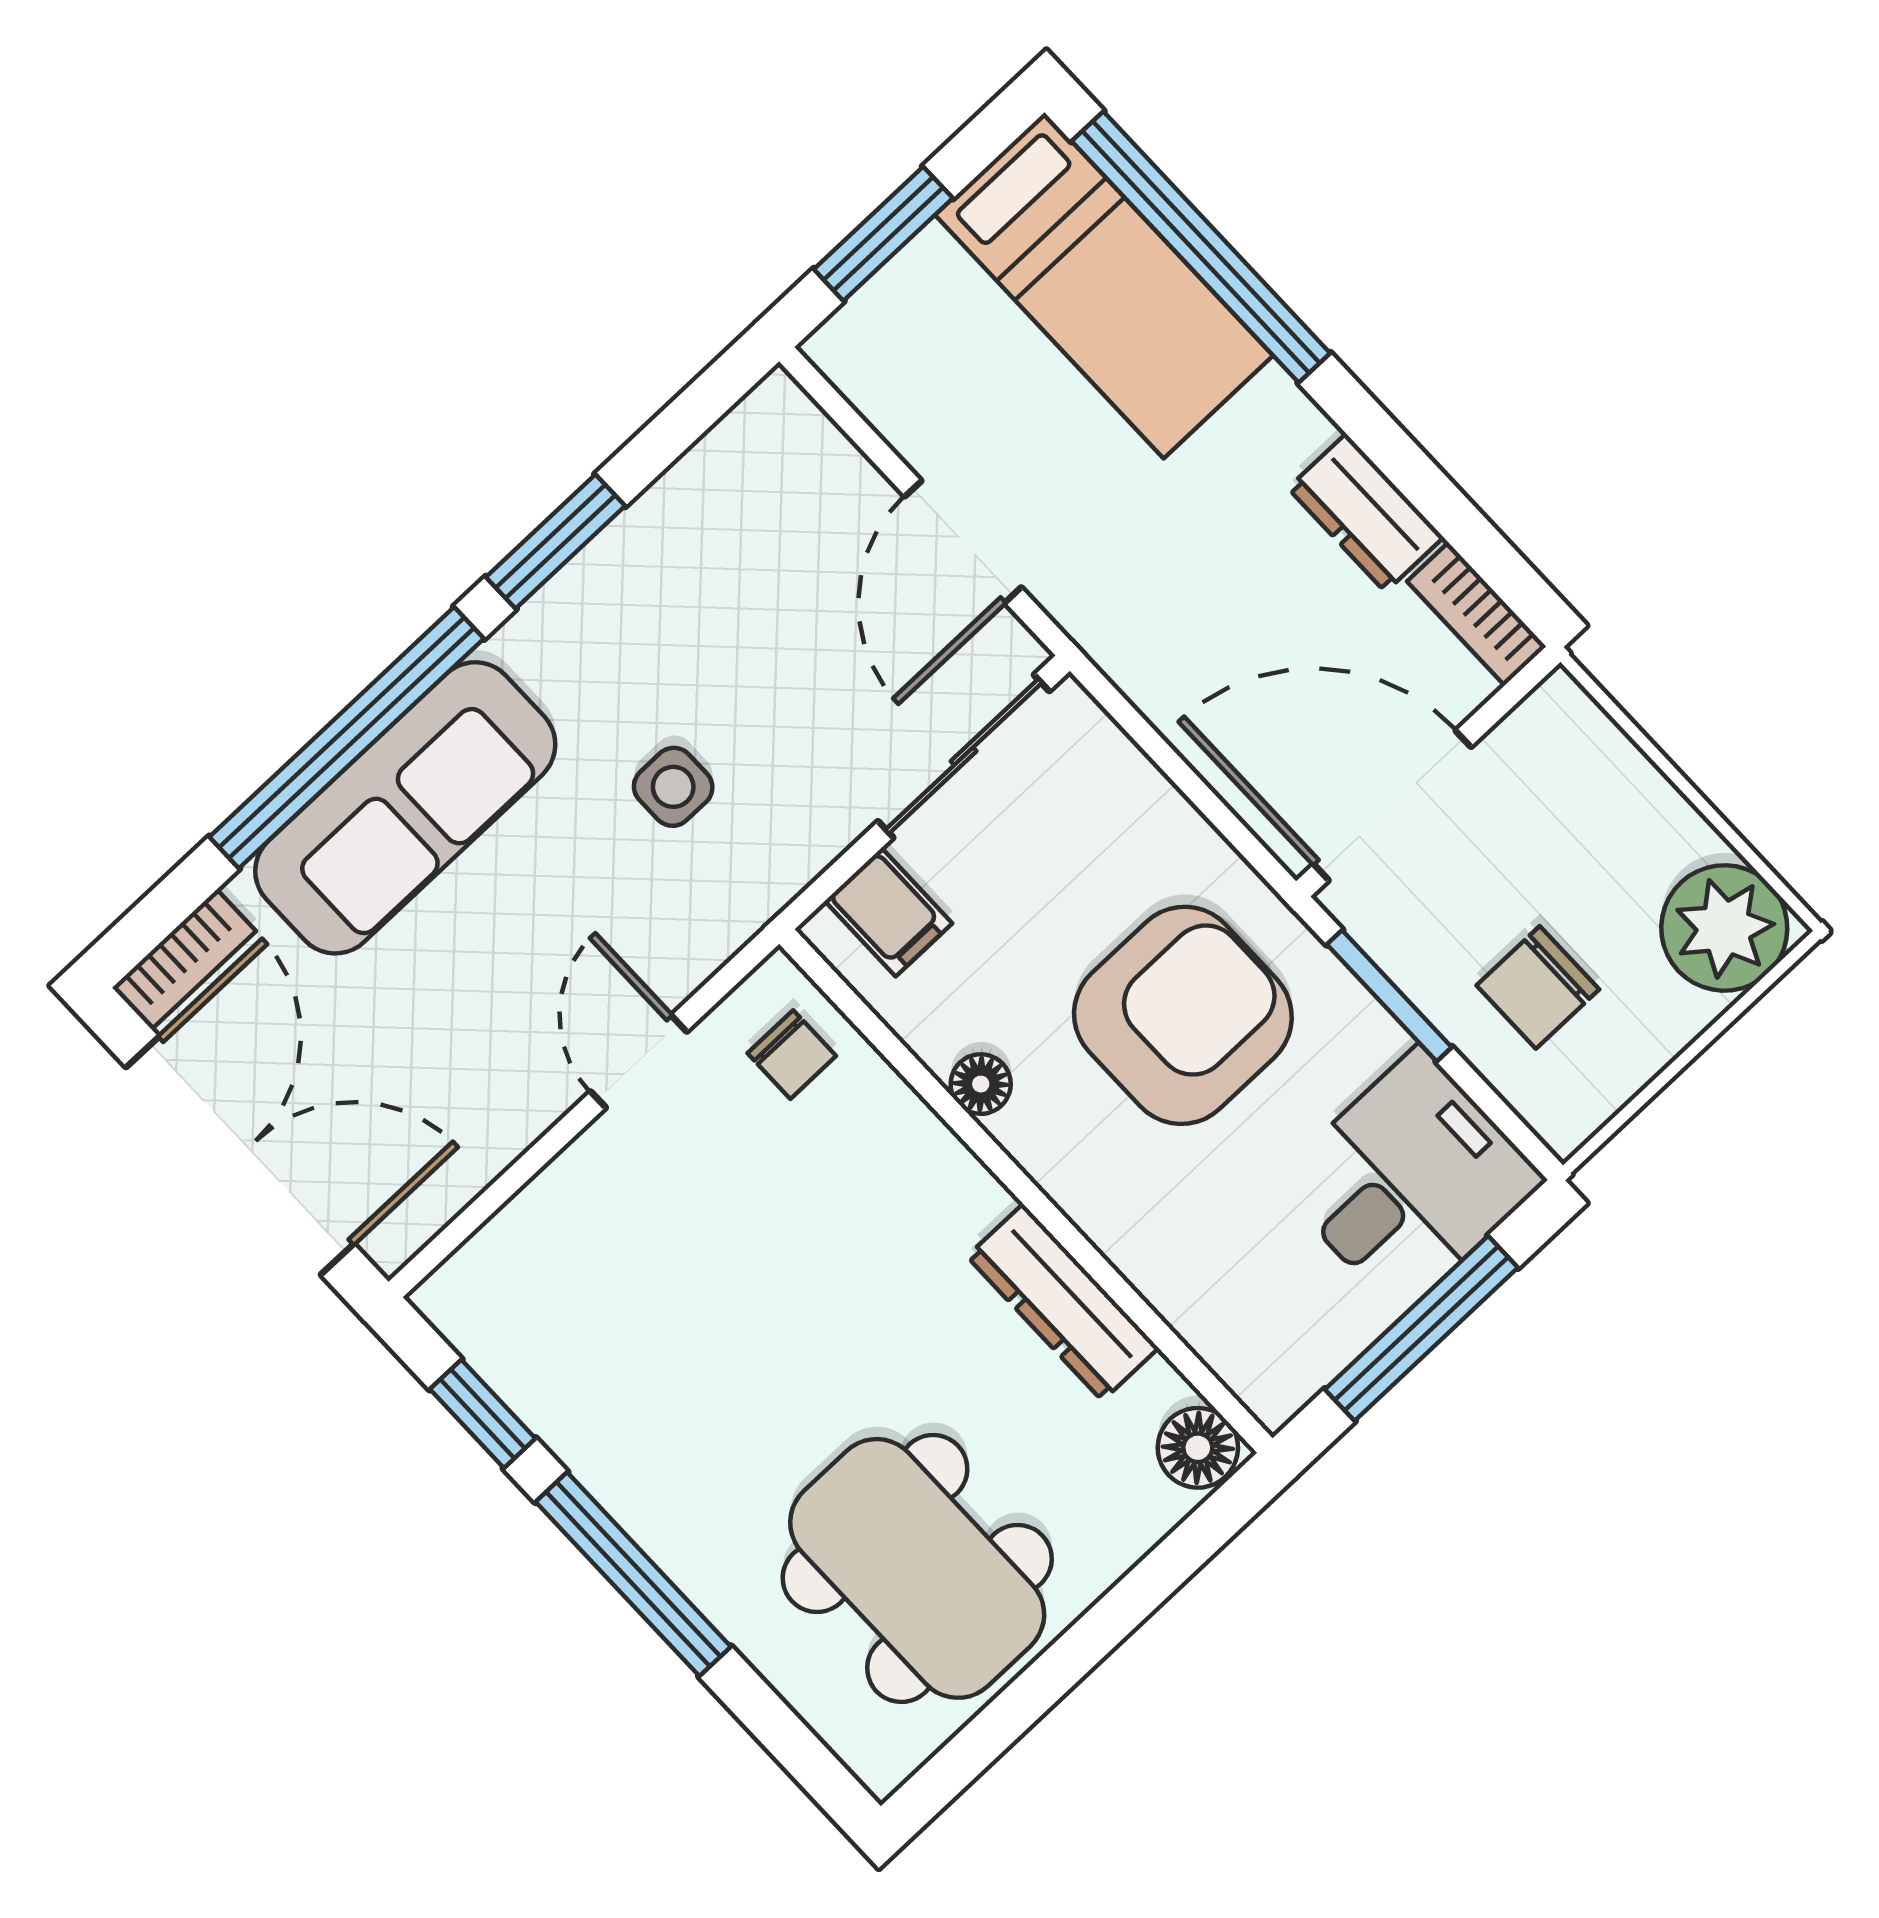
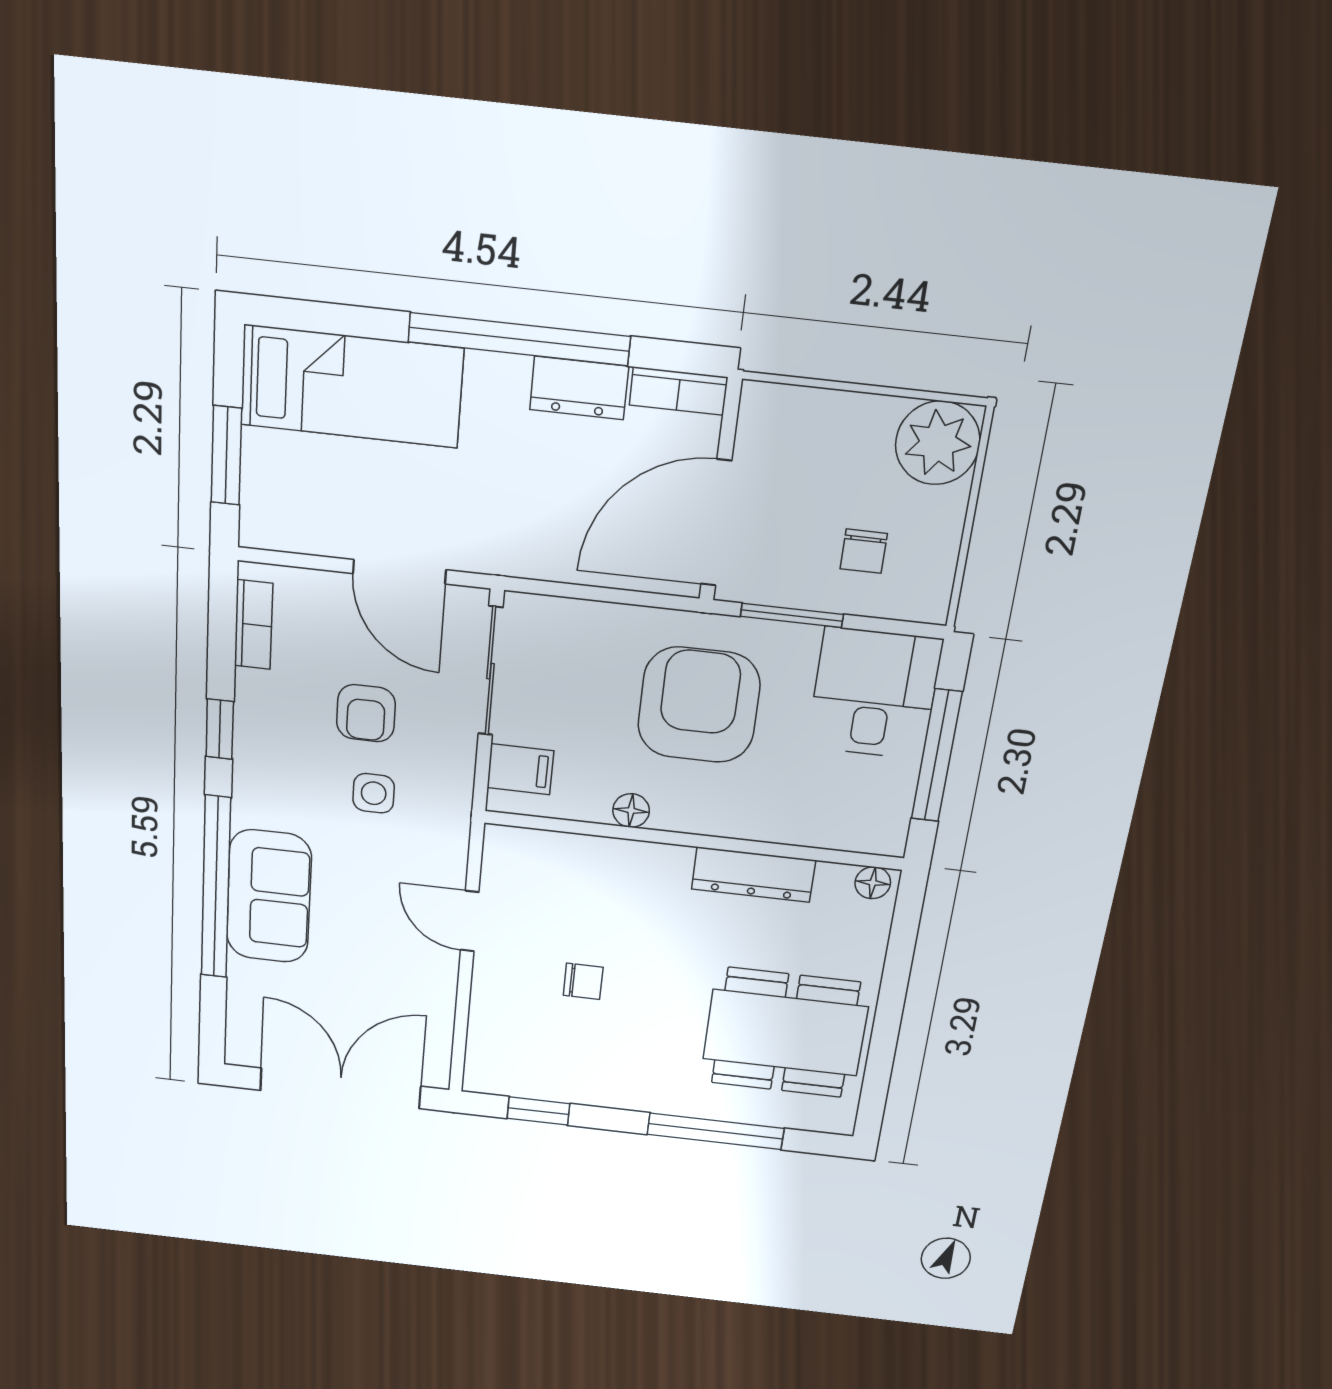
window: (1201, 247) -> (519, 339), moved
window: (555, 542) -> (220, 729), width x0.67
armchair: (760, 678) -> (366, 713), added
sofa: (405, 808) -> (269, 896), width x0.73
bookcase: (184, 959) -> (253, 625), moved
chair: (1538, 987) -> (864, 551), width x0.73, depth x0.73
chair: (792, 1055) -> (583, 981), moved
floor lamp: (1198, 1448) -> (873, 883), width x0.73, depth x0.73
window: (633, 1574) -> (716, 1131), moved

